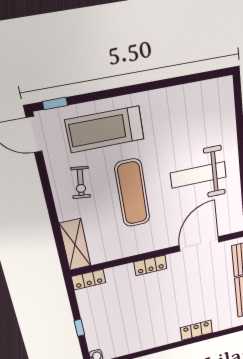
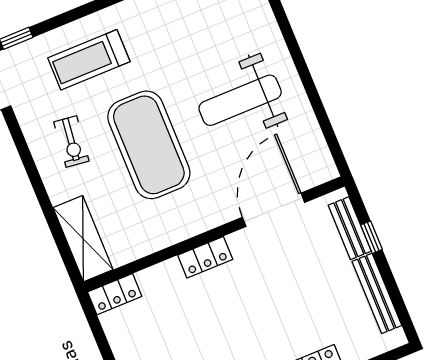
treadmill: (105, 129) -> (89, 60), width x0.73, depth x0.73
exercise mat: (132, 193) -> (149, 145), width x1.47

